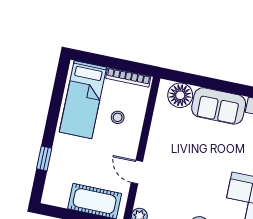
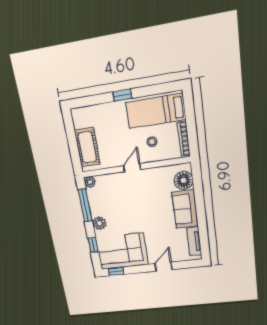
window: (44, 159) -> (122, 95), moved
door: (137, 172) -> (132, 168), moved

